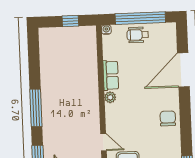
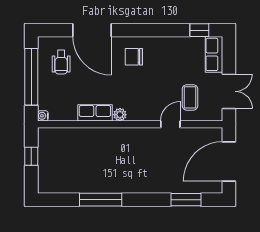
wheelchair: (138, 35) -> (61, 62), moved
window: (36, 108) -> (101, 200), moved
chair: (168, 118) -> (134, 57), moved

